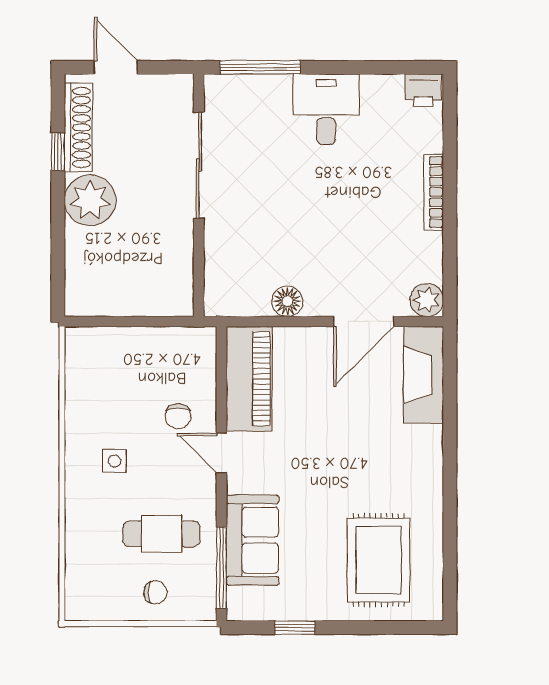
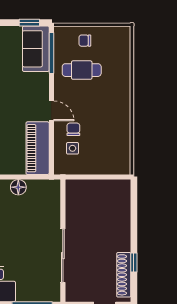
plant: (90, 200) -> (118, 238), removed
side table: (114, 461) -> (72, 148), moved
sofa: (253, 540) -> (36, 49), moved
window: (295, 628) -> (29, 23), moved

